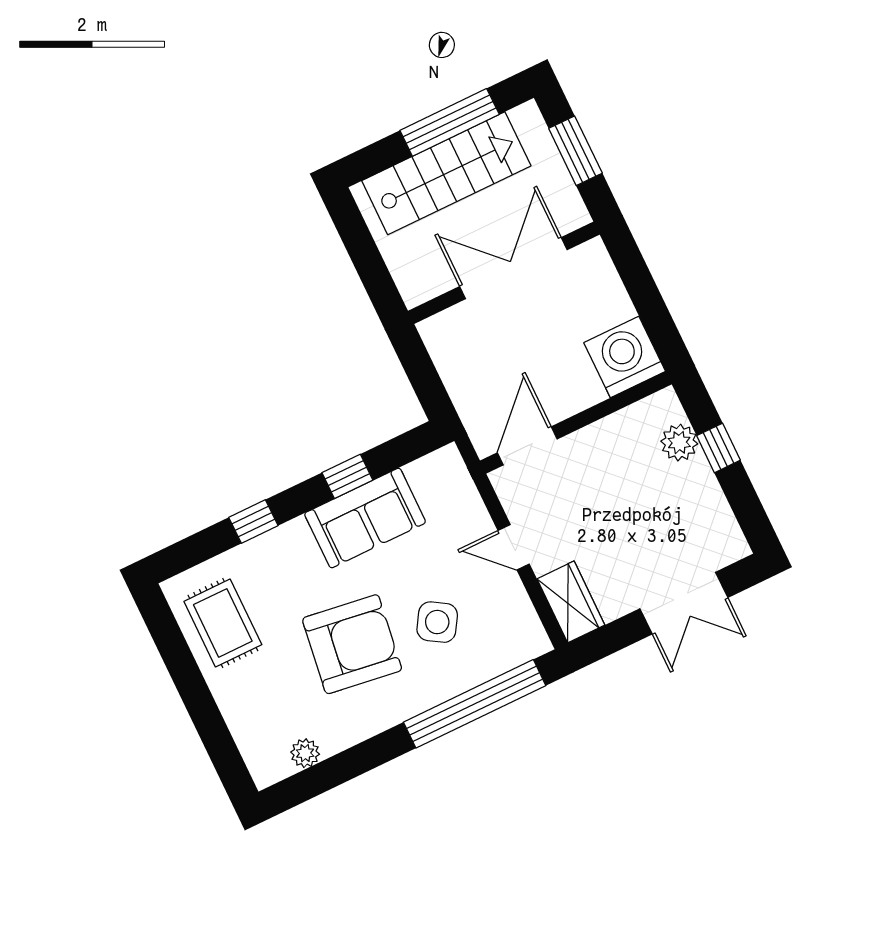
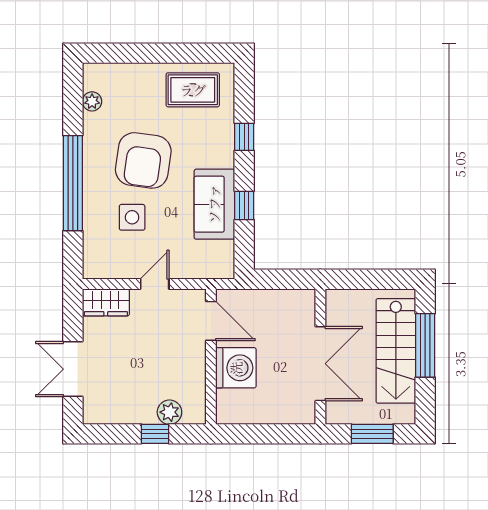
window: (450, 122) -> (425, 345), moved
washing machine: (625, 357) -> (236, 368), moved
side table: (437, 622) -> (132, 217), turned -32
window: (475, 704) -> (73, 183), moved

